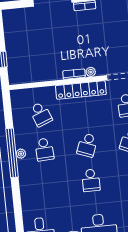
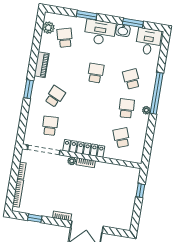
school desk: (87, 145) -> (131, 79), moved, turned -45
window: (12, 153) -> (157, 93), moved

